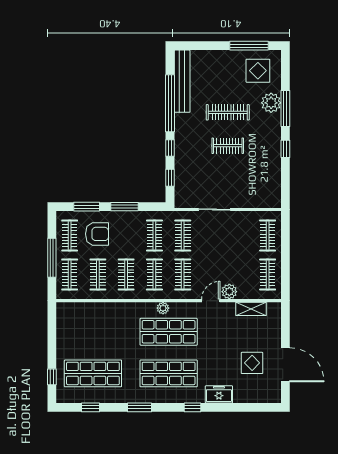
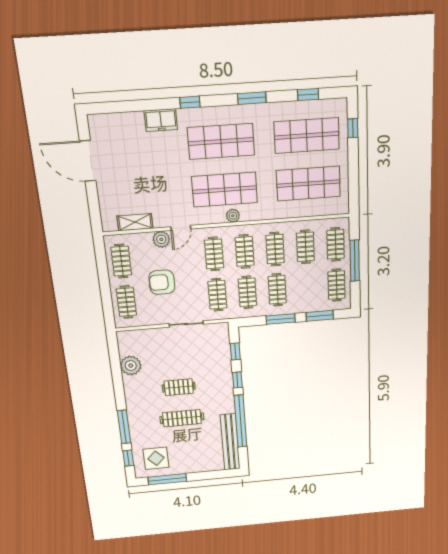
plant: (271, 103) -> (131, 366), moved
window: (285, 149) -> (128, 458), moved
armchair: (97, 234) -> (162, 282), moved
clothes rail: (126, 236) -> (277, 290), added
shop shelf: (93, 332) -> (308, 184), added
display table: (252, 363) -> (127, 160), removed

